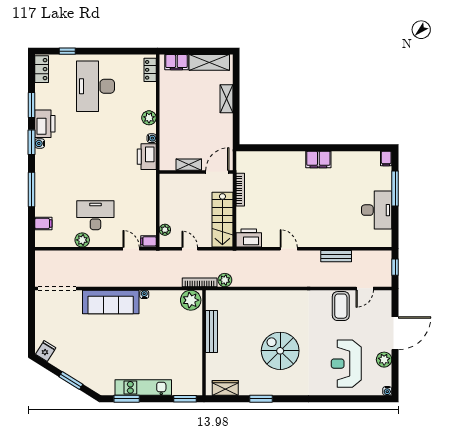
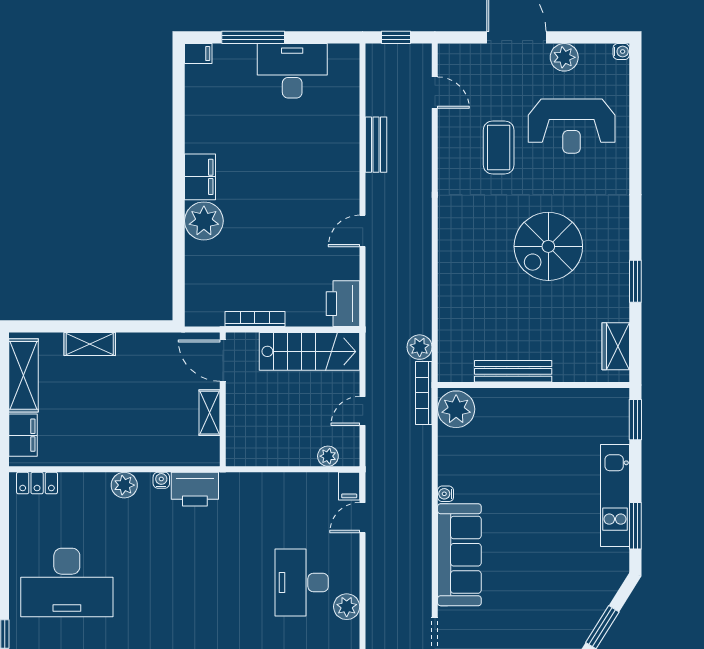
plant: (294, 162) -> (204, 221), added
coffee table: (341, 306) -> (499, 148), moved, turned 90

